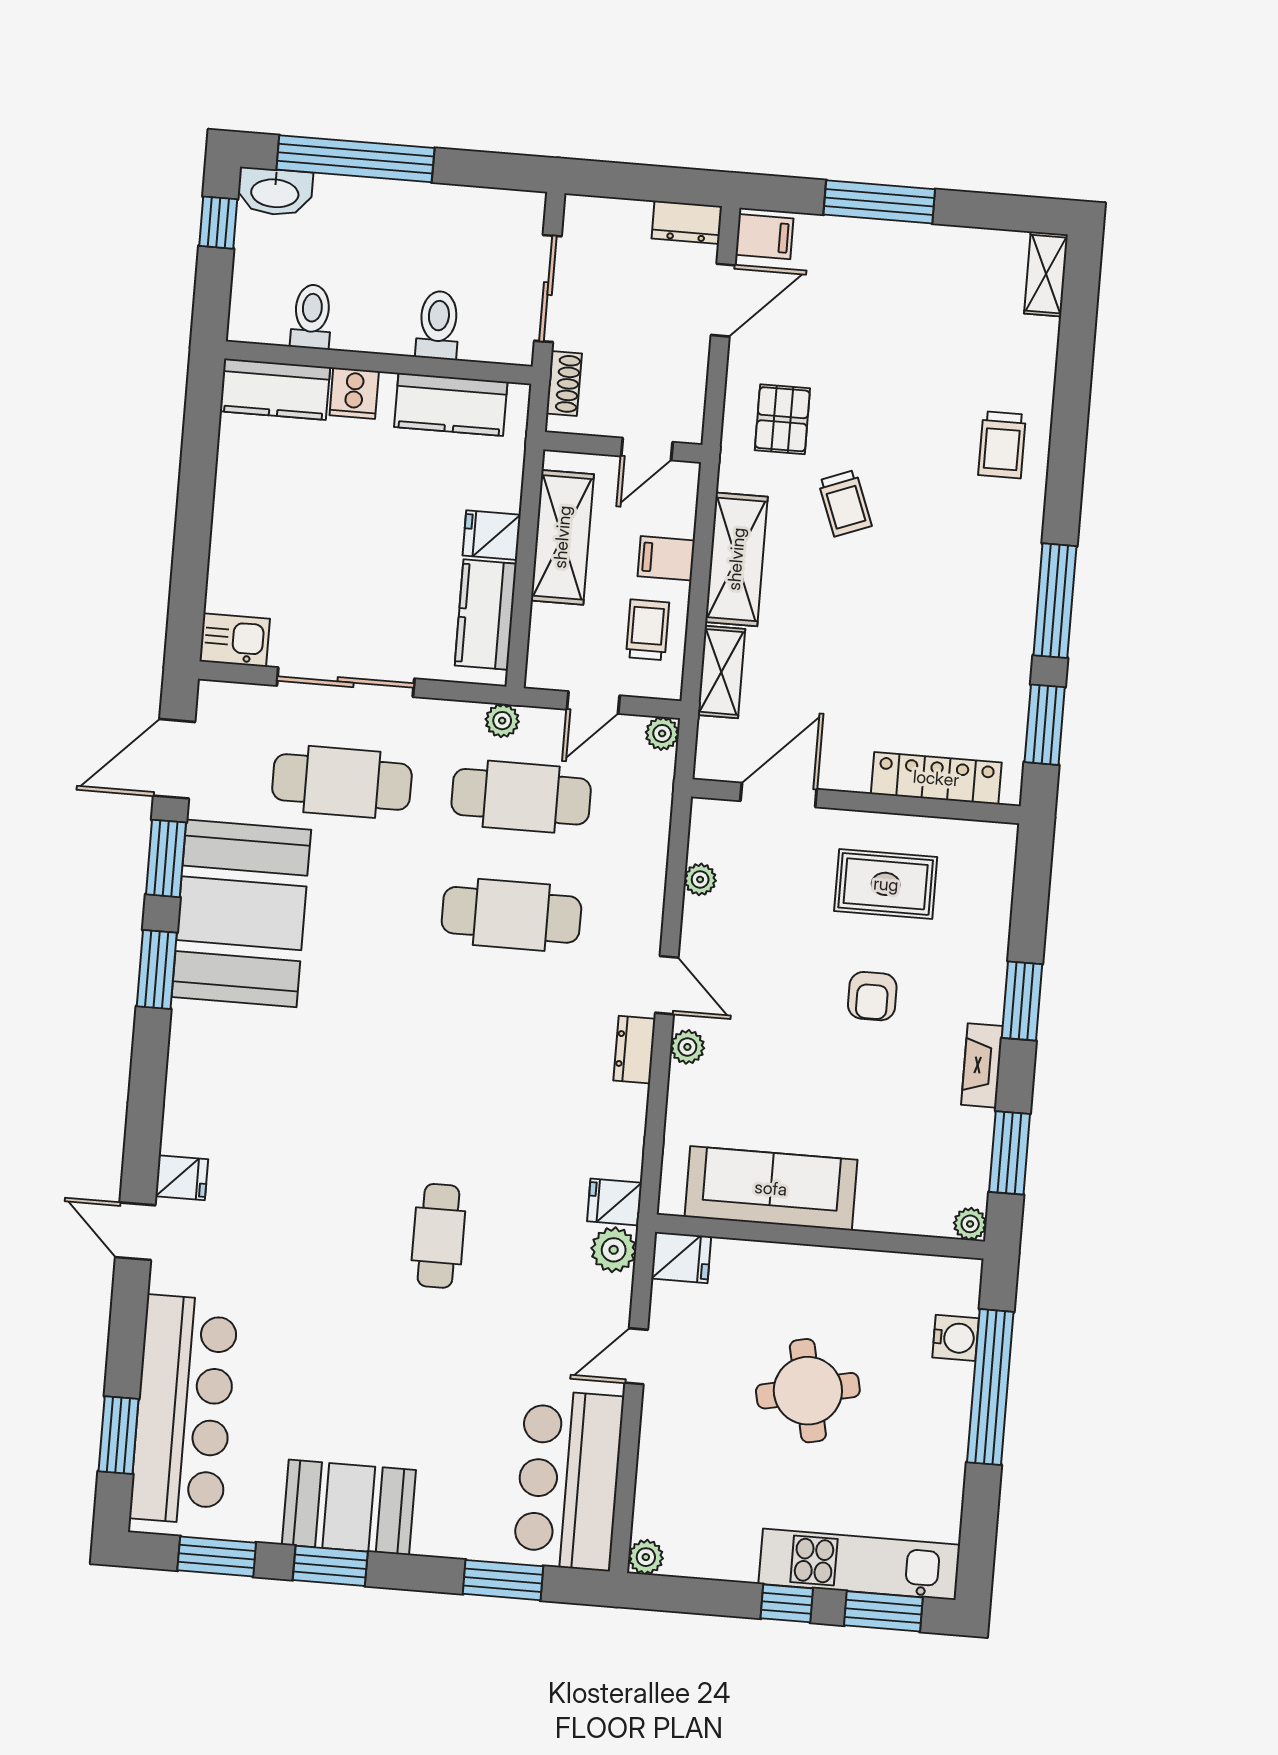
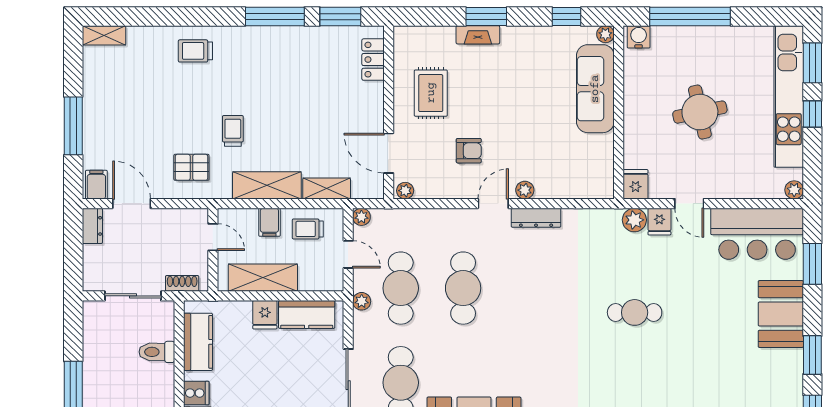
trolley: (1002, 445) -> (195, 51), turned 180
trolley: (845, 503) -> (233, 131), turned -69
locker: (936, 778) -> (373, 60), width x0.66
plant: (700, 879) -> (405, 191), moved
armchair: (872, 996) -> (469, 151), moved
dresser: (634, 1050) -> (536, 218), width x1.44
fireplace: (982, 1065) -> (478, 35), moved
window: (1010, 1153) -> (566, 17), width x0.67
sofa: (771, 1188) -> (595, 89), moved
fridge: (615, 1202) -> (659, 222), moved
water cooler: (956, 1338) -> (639, 37), moved
booth: (349, 1507) -> (781, 314), moved
kitchen unit: (859, 1564) -> (789, 96), width x1.36

